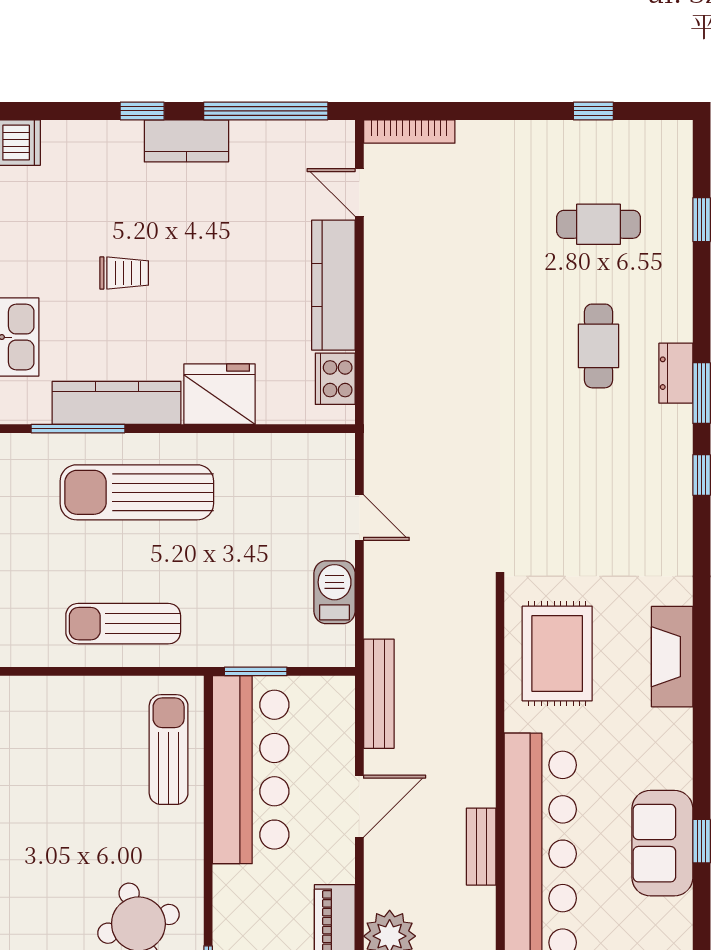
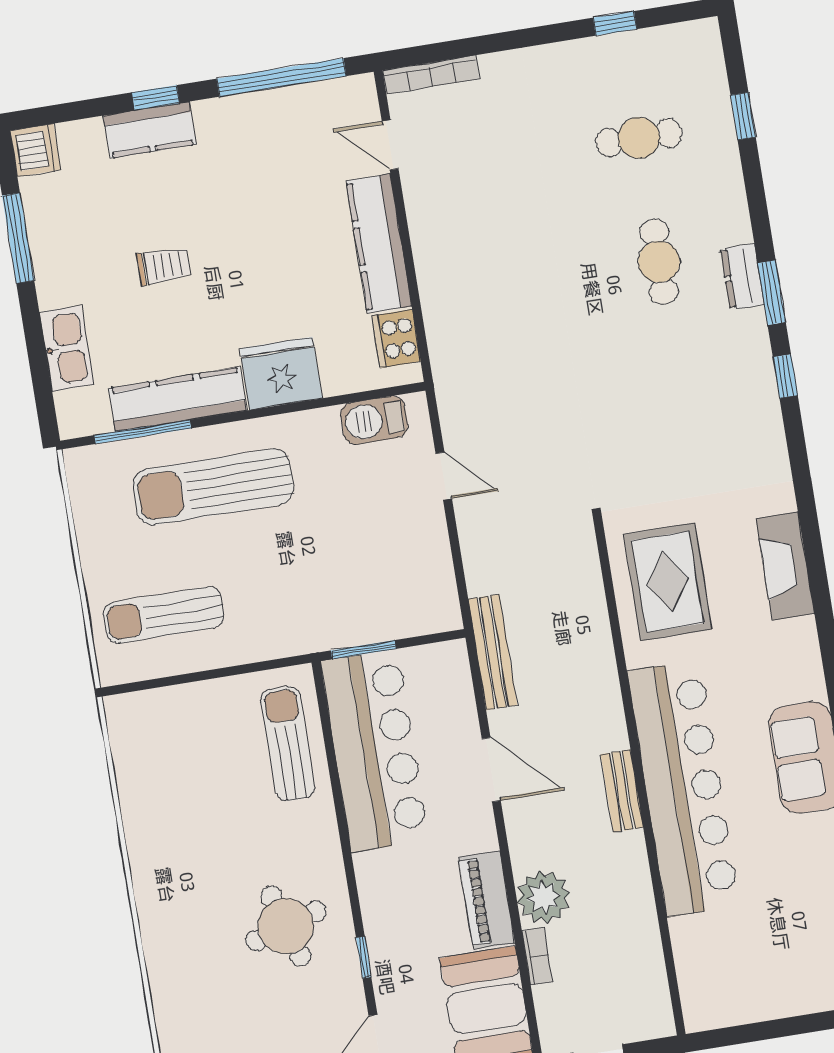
kitchen counter: (186, 141) -> (150, 130), moved
barbecue: (335, 592) -> (374, 420), moved, turned -90
sun lounger: (123, 624) -> (164, 615), moved
door: (359, 806) -> (491, 770), hinge flipped

